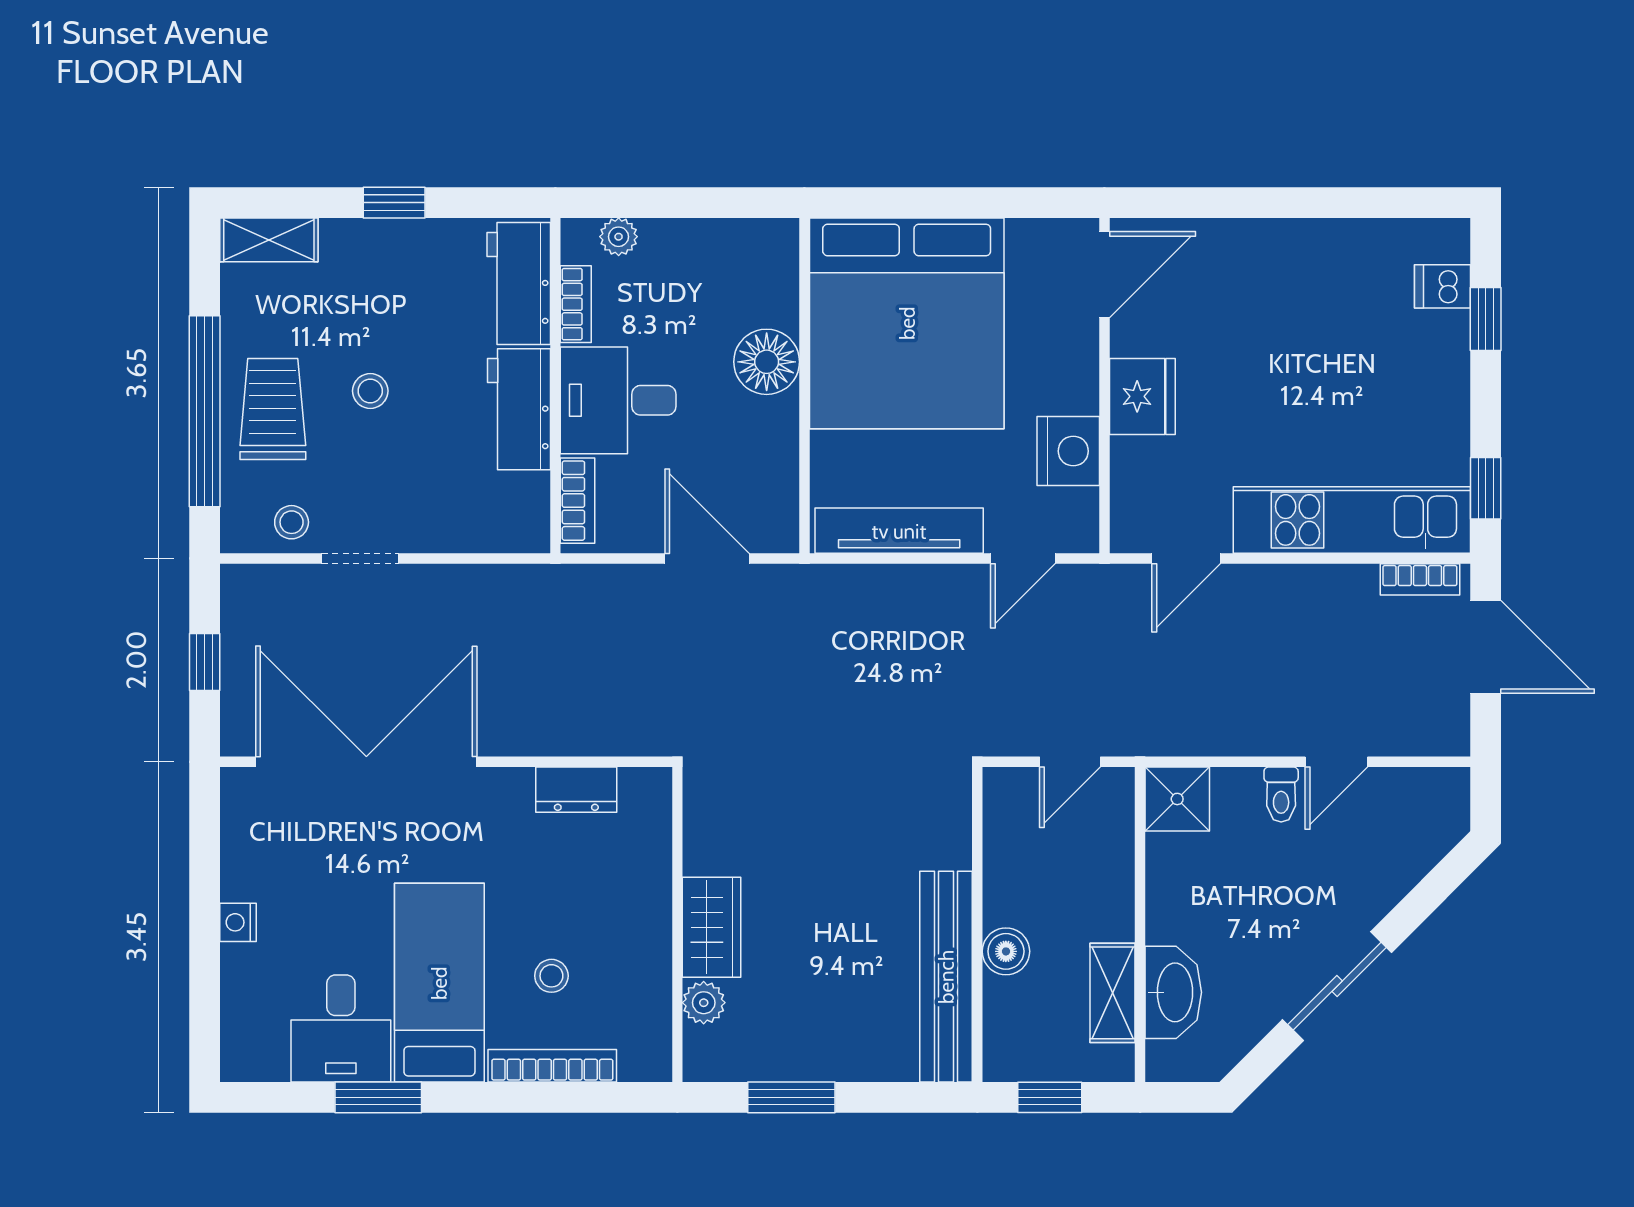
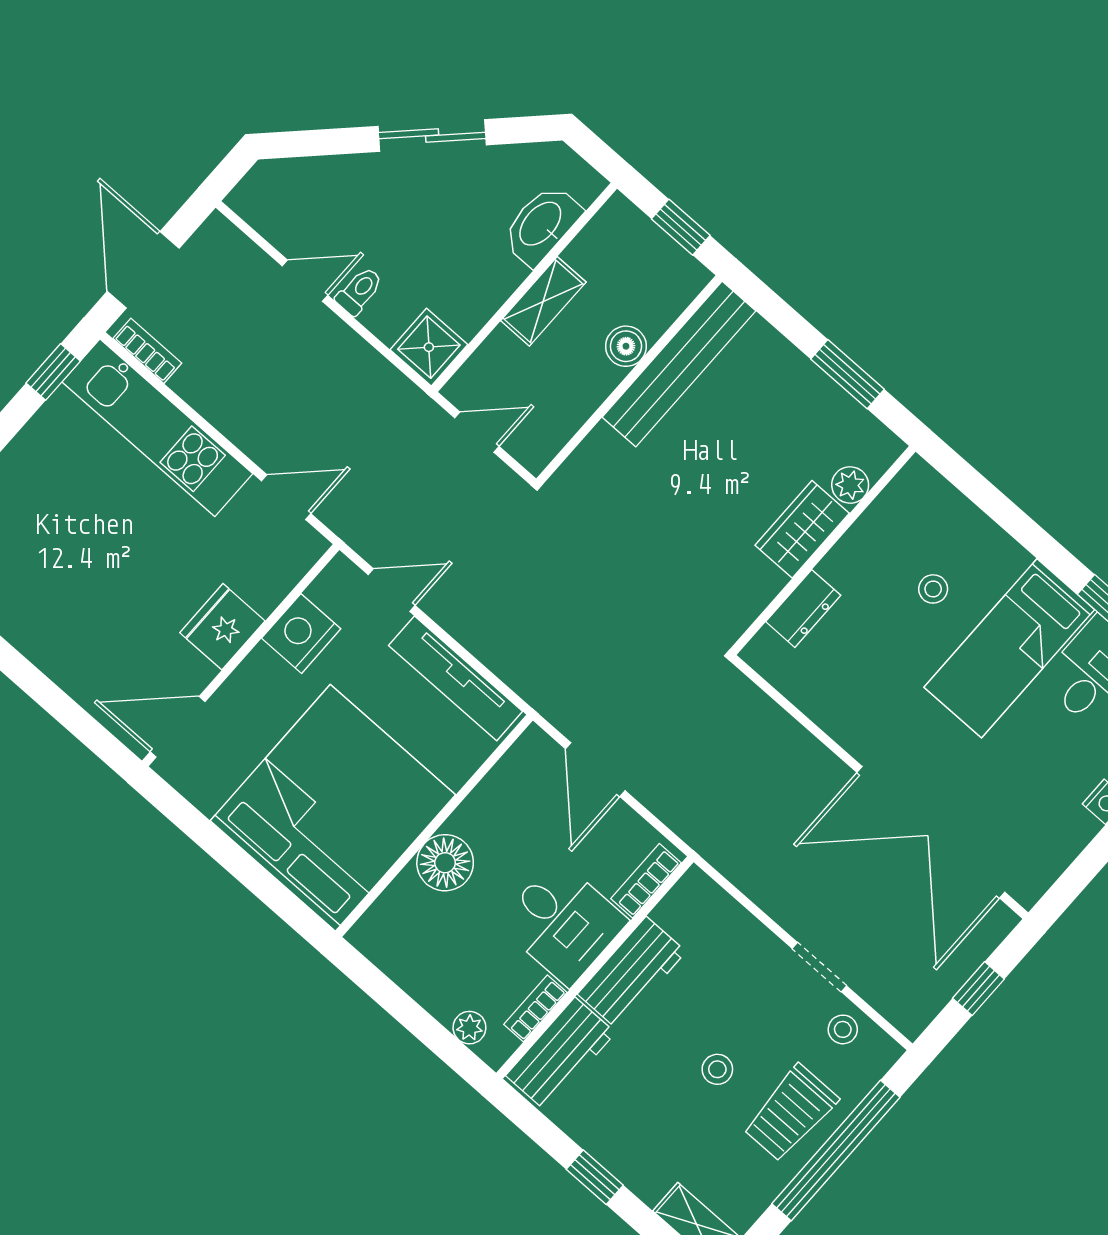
dresser: (576, 790) -> (803, 609), moved, turned 90
shelving: (1113, 993) -> (543, 301), moved
bookcase: (552, 1066) -> (984, 530), removed

